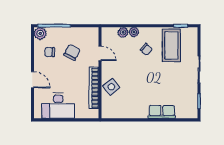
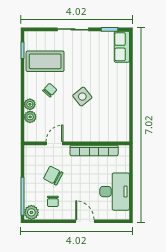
door: (32, 80) -> (85, 221), hinge flipped
side table: (111, 87) -> (82, 97), moved
row of seats: (162, 112) -> (122, 47), moved

